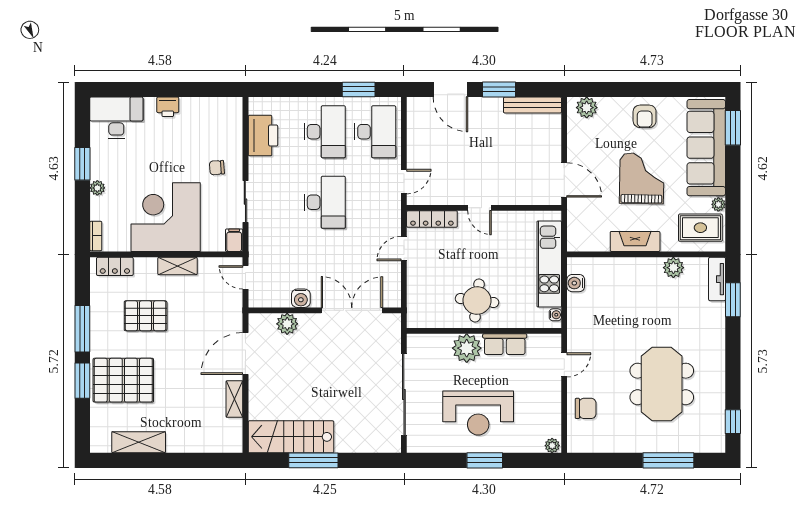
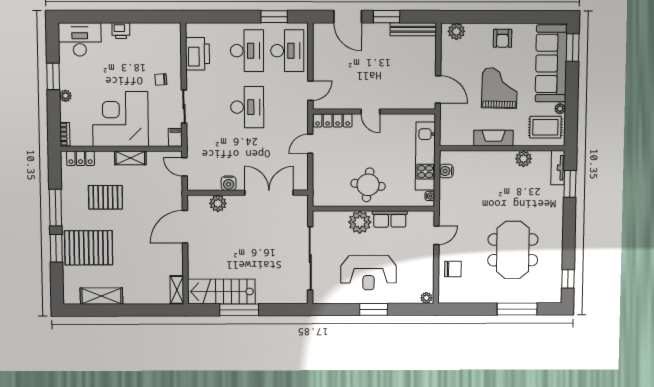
shelving: (234, 399) -> (177, 290), moved

